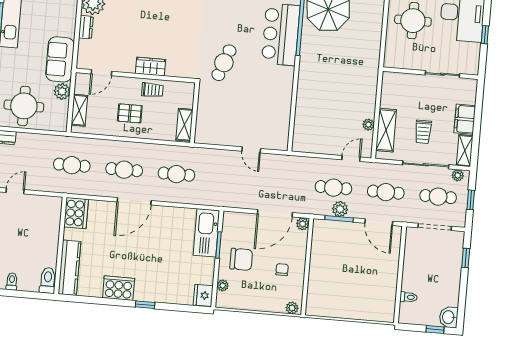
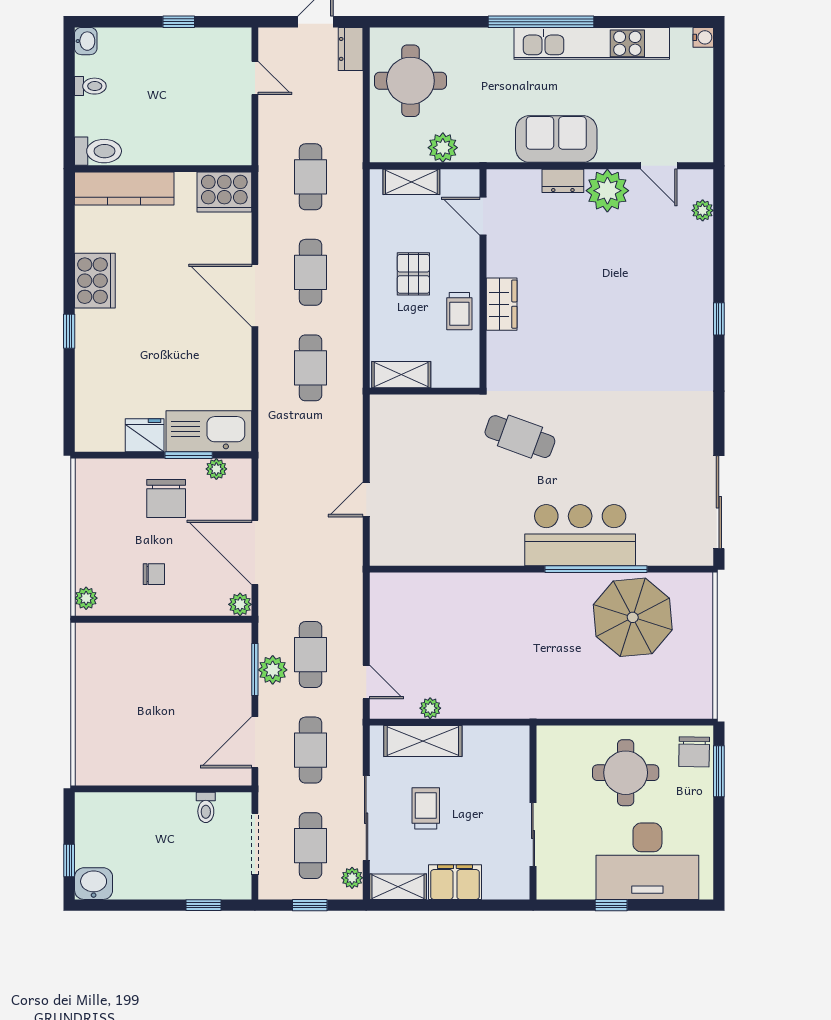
sofa: (60, 59) -> (556, 139), moved
trolley: (423, 132) -> (426, 808), turned 90
plant: (223, 285) -> (216, 469), moved
fridge: (203, 295) -> (145, 435), moved
toilet: (408, 297) -> (206, 807), moved

